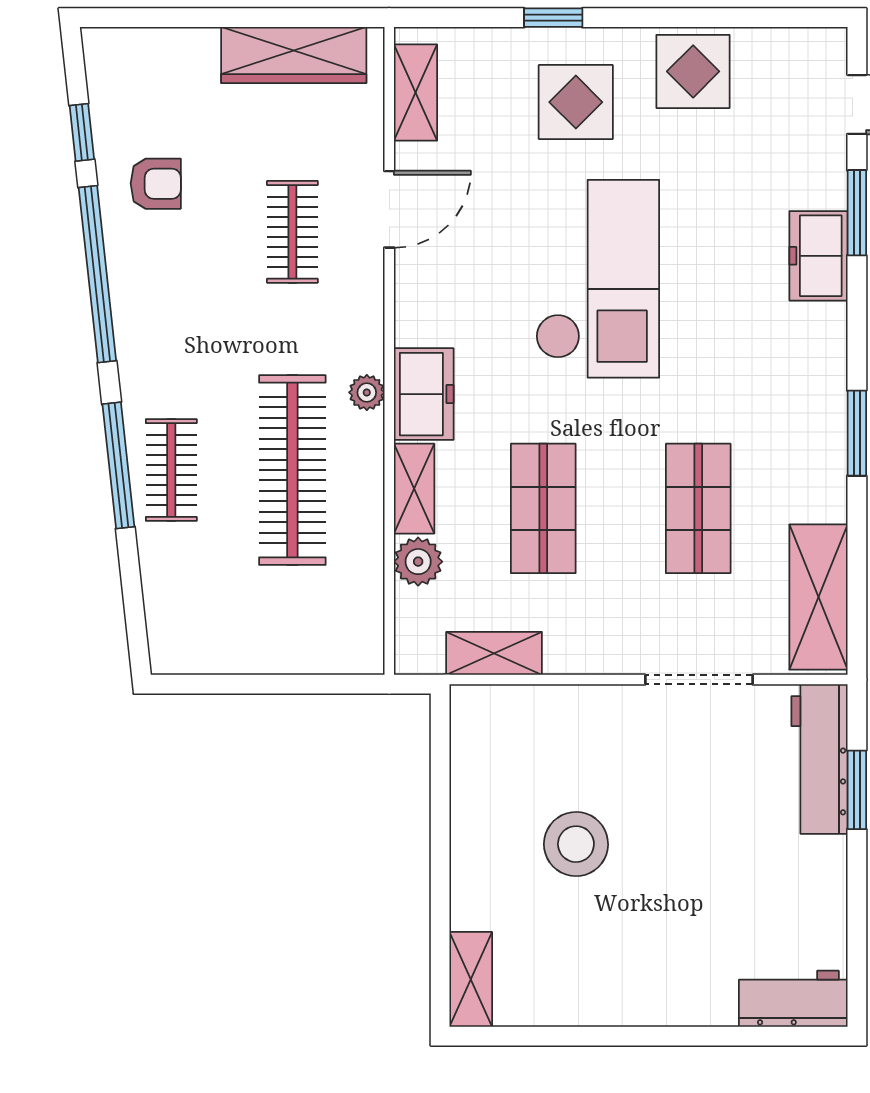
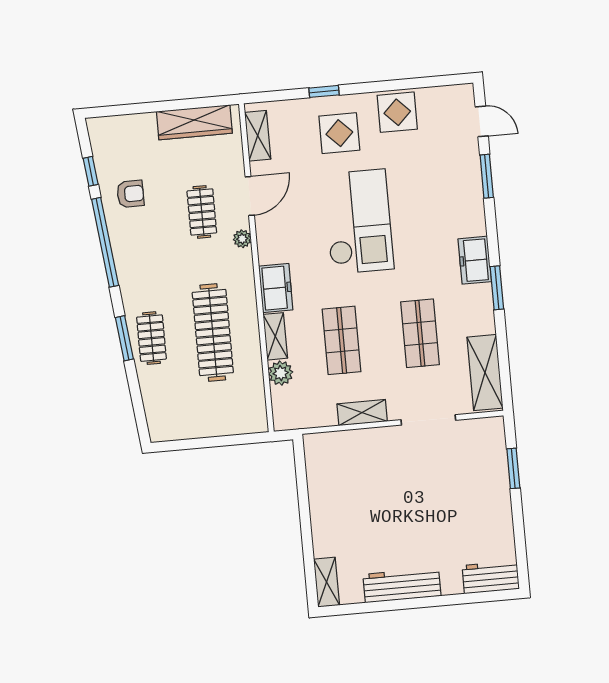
freezer: (818, 256) -> (475, 260), moved
plant: (367, 392) -> (242, 239), moved
window: (118, 465) -> (124, 338), width x0.69
shelving: (494, 653) -> (362, 413), moved
workbench: (819, 759) -> (402, 585), moved, turned 90
stool: (576, 844) -> (374, 509), removed

